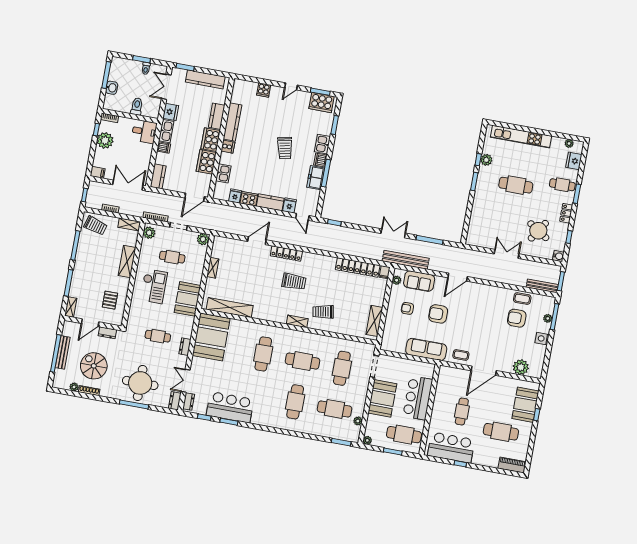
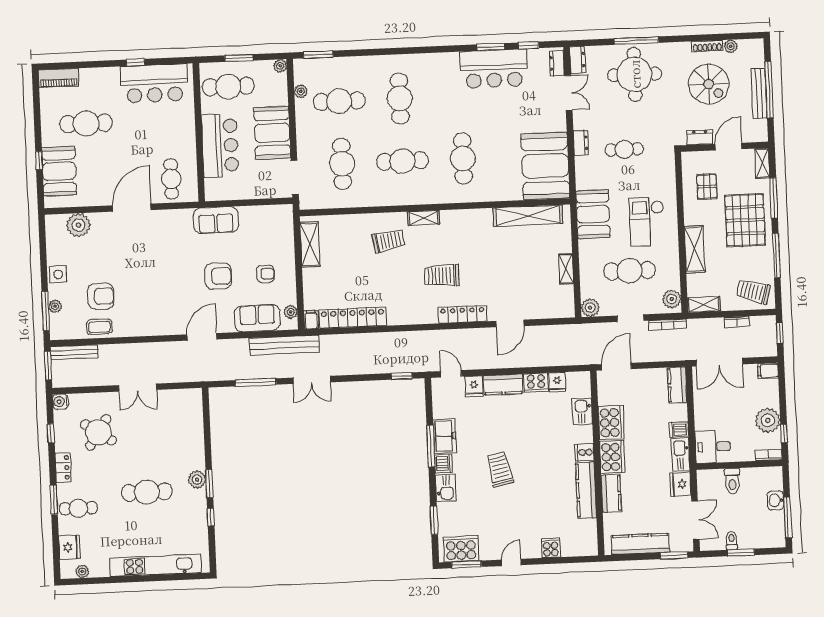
plant: (486, 160) -> (197, 480), moved
cafe table: (172, 257) -> (630, 271), width x1.37, depth x1.35
pallet: (90, 273) -> (745, 220), added
sofa: (426, 349) -> (216, 220), width x0.73
coffee table: (461, 355) -> (171, 223), removed
cafe table: (462, 412) -> (171, 179), moved

